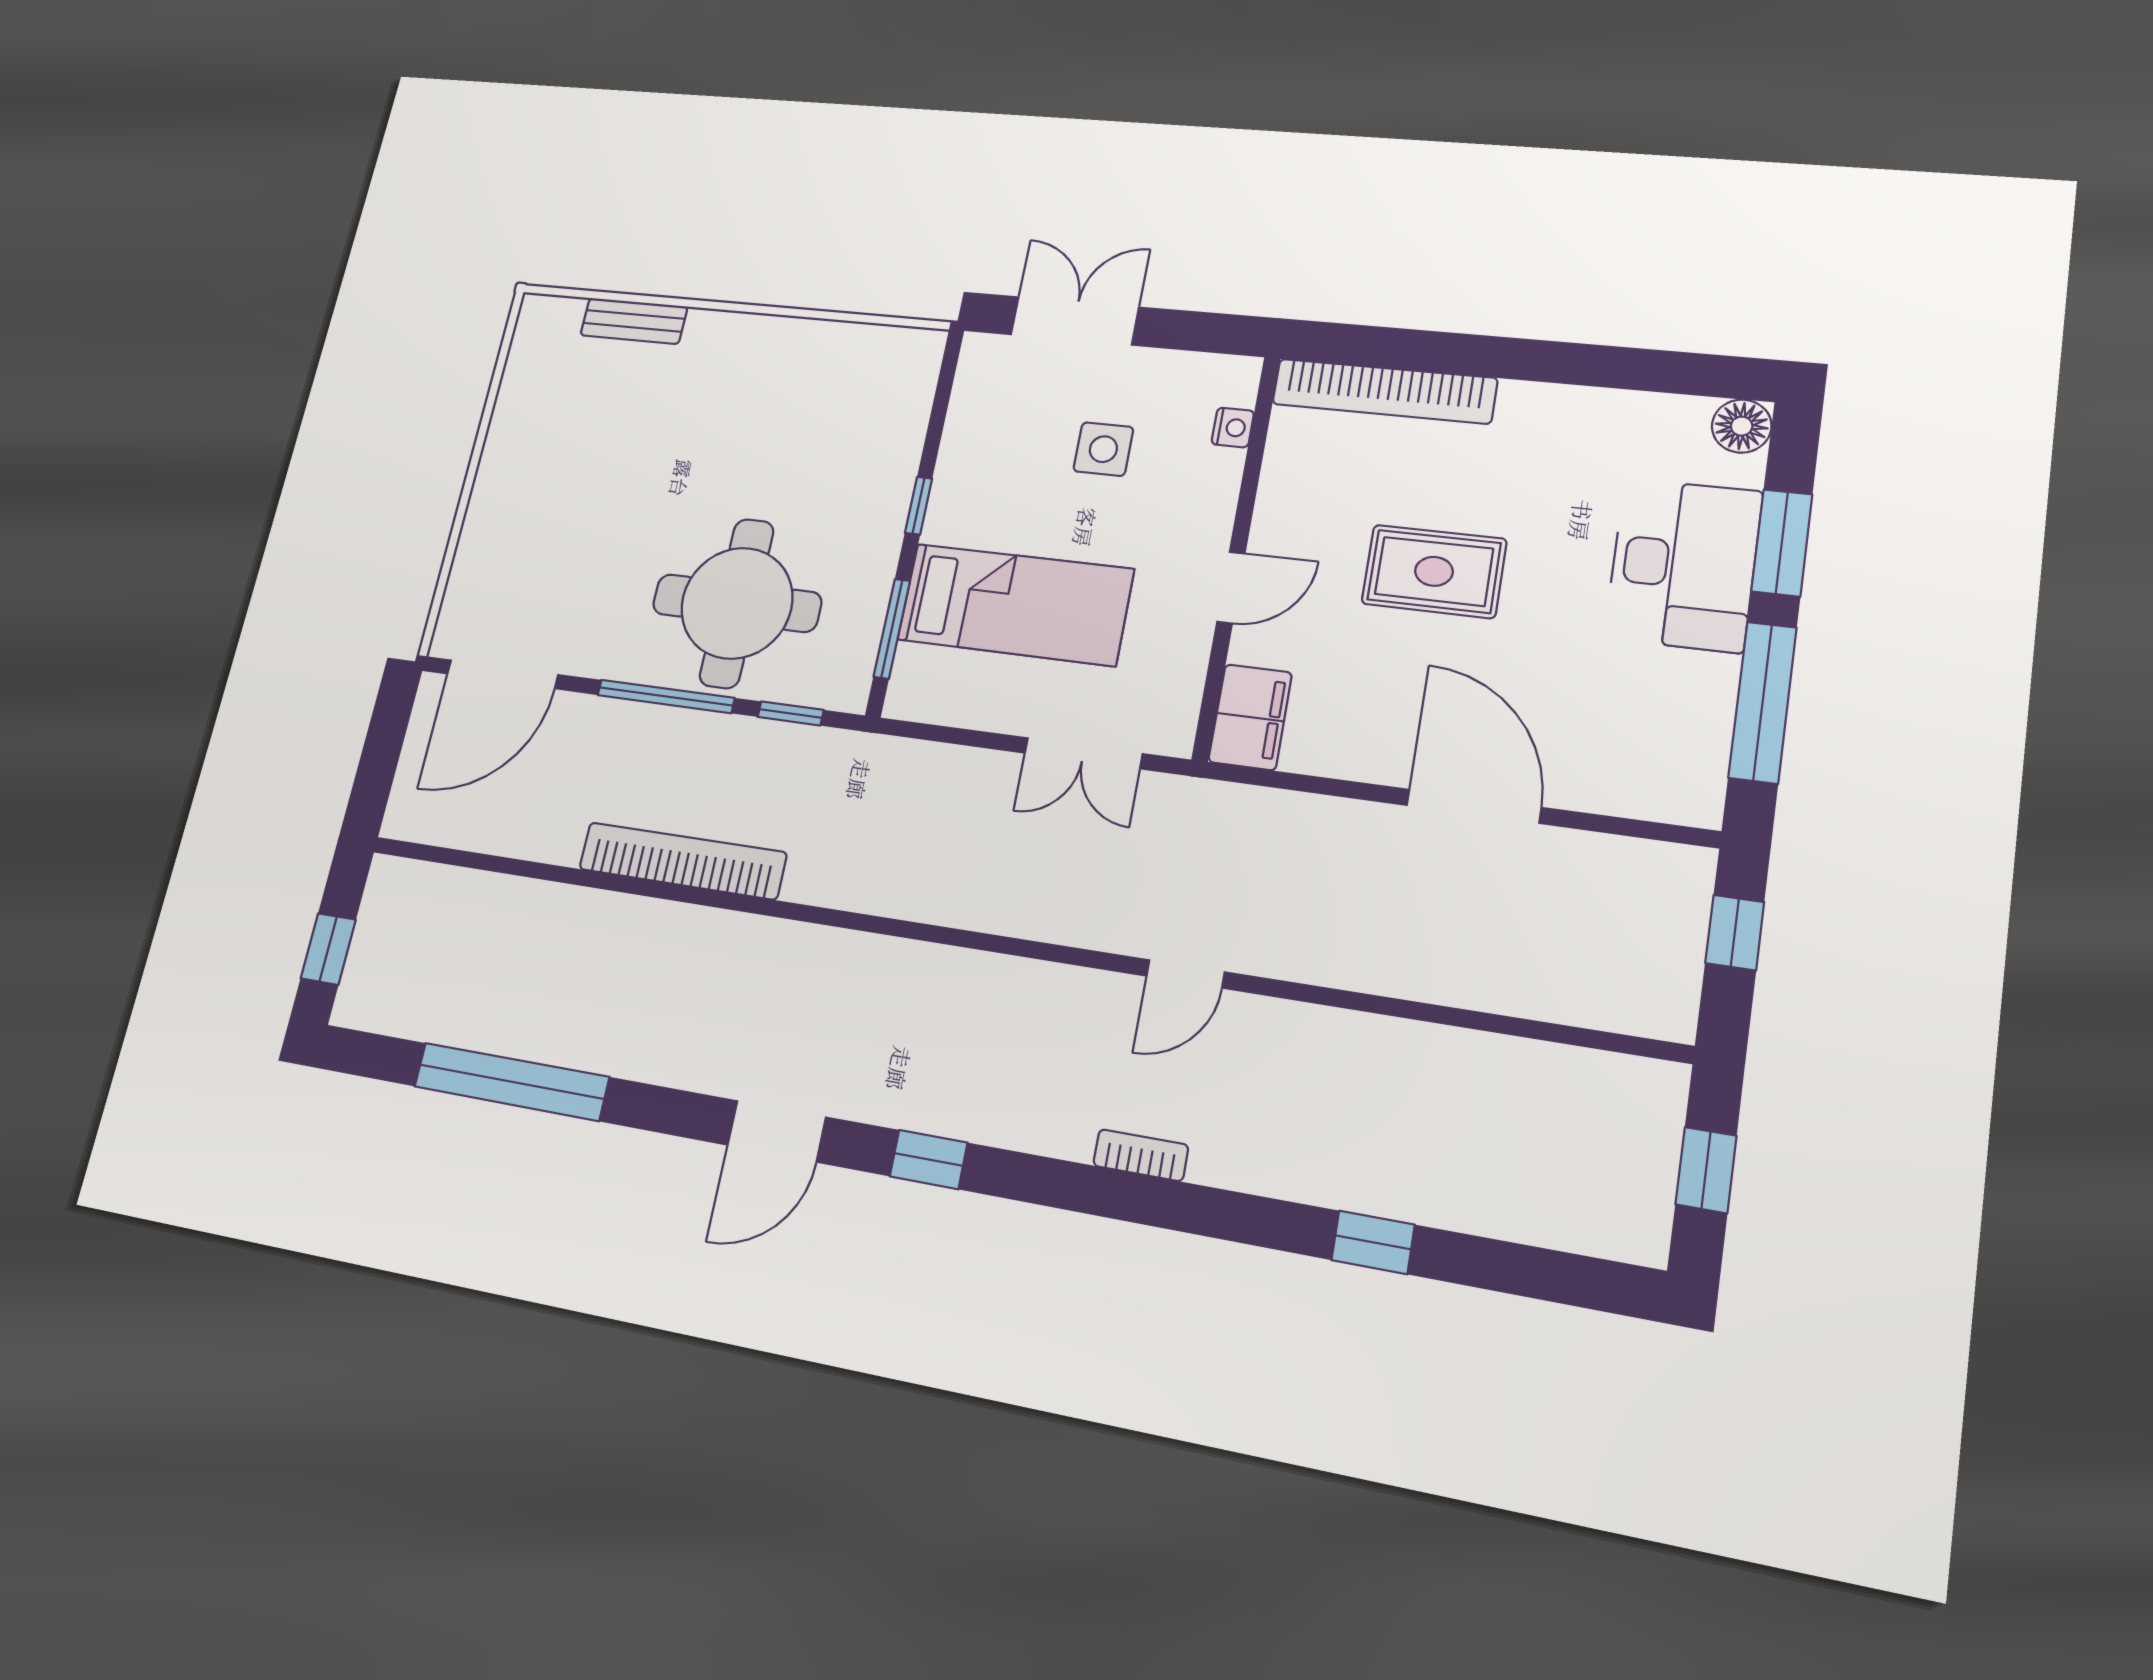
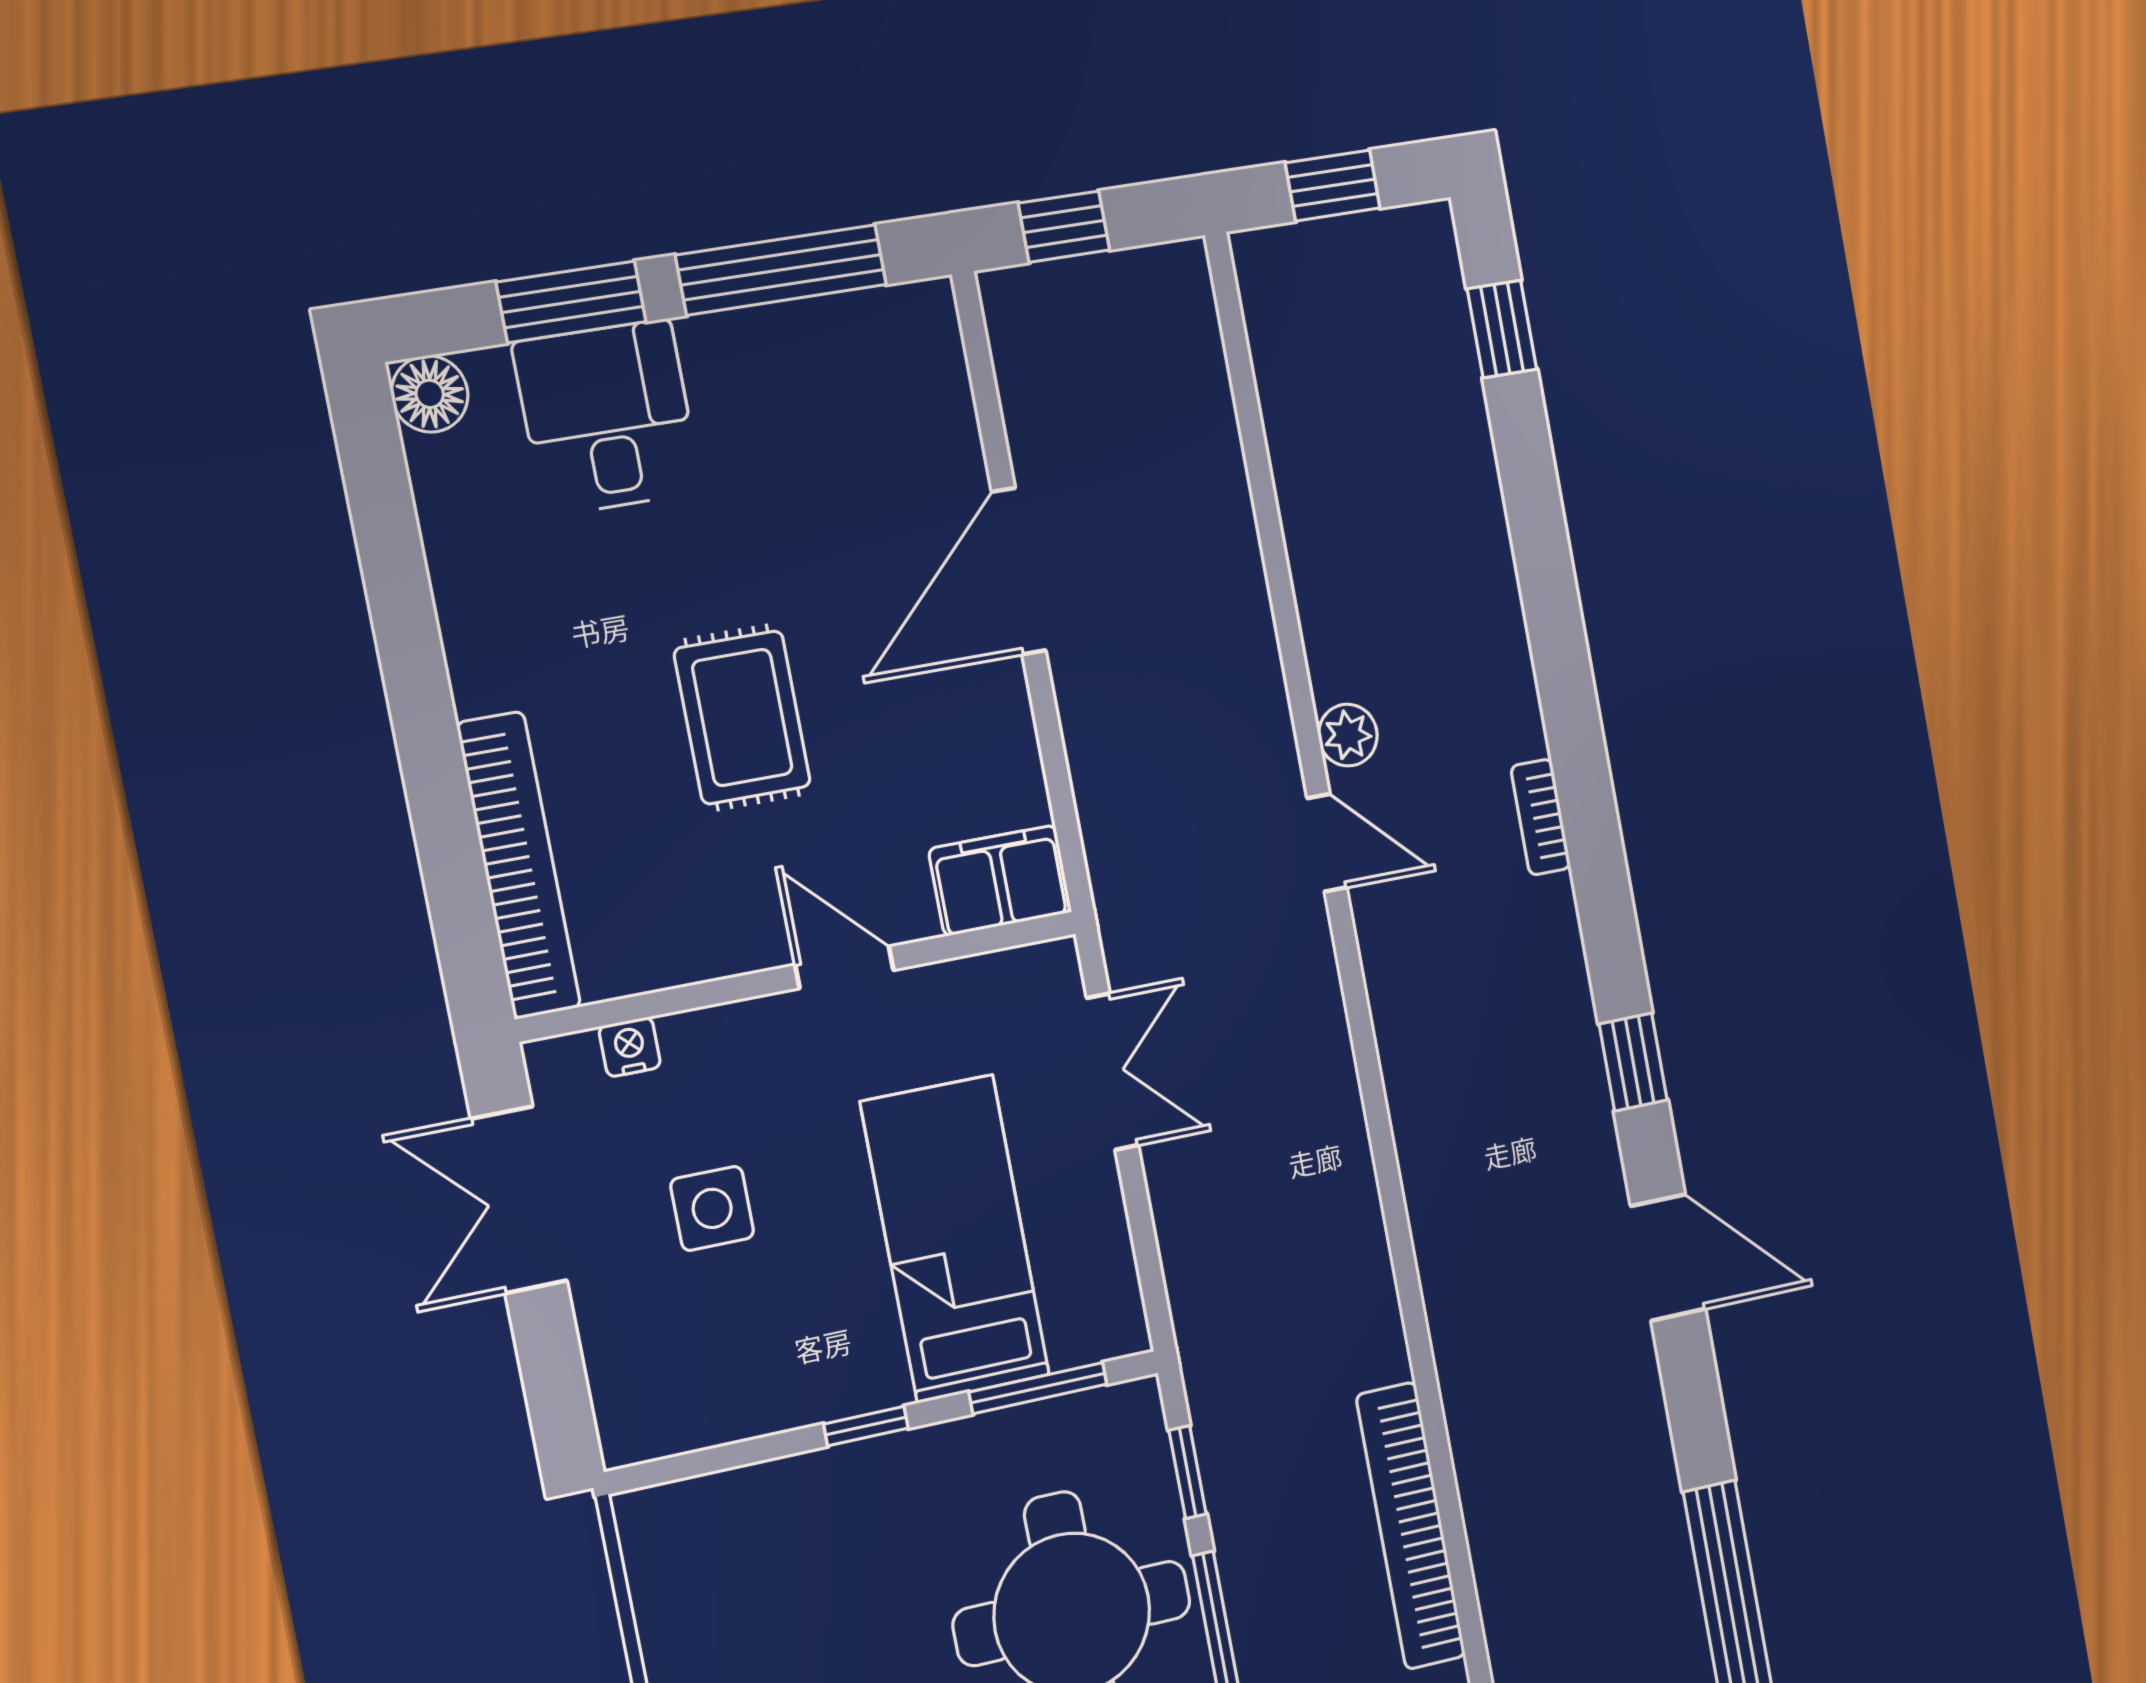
double door: (1075, 321) -> (519, 1200), moved
desk: (1683, 565) -> (607, 418), width x0.73
plant: (1260, 1020) -> (1348, 735), added
window: (1373, 1242) -> (1502, 329), moved

